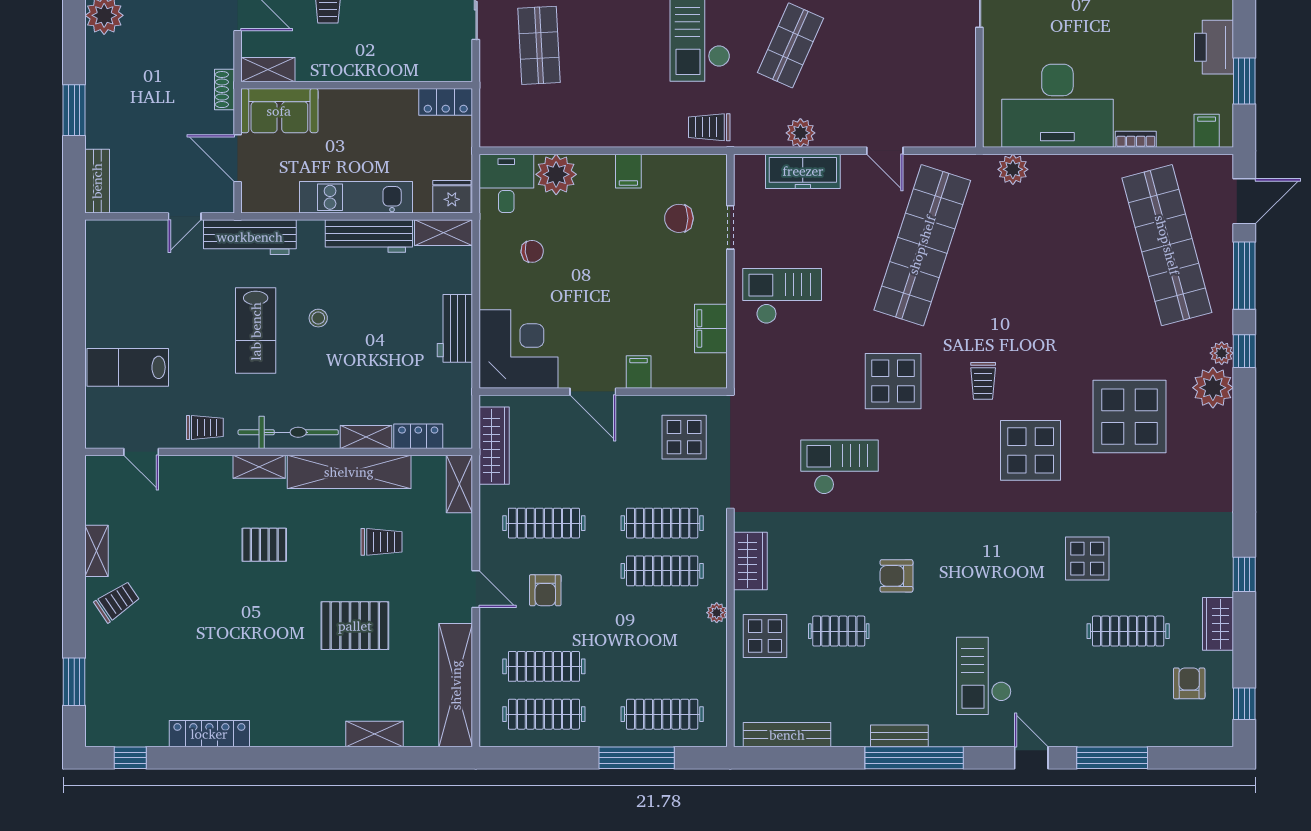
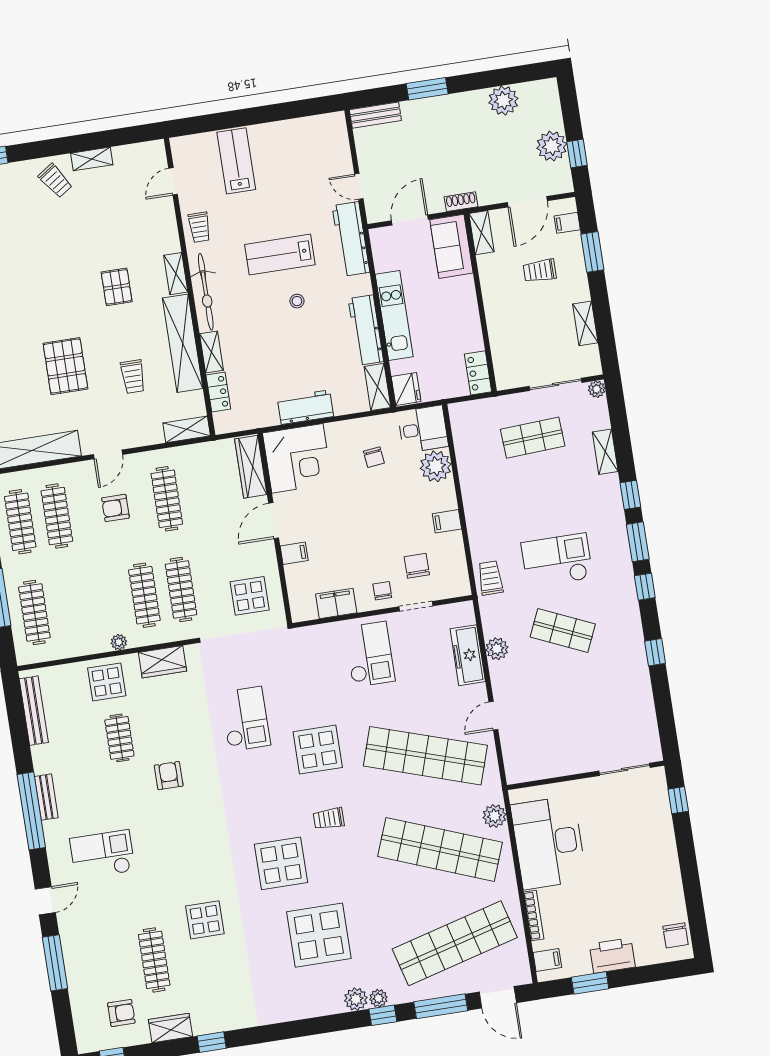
bookcase: (1136, 139) -> (534, 915), width x1.56
shop shelf: (1045, 245) -> (440, 849), added
chair: (704, 267) -> (382, 591), added
plant: (1213, 388) -> (356, 999), width x0.73, depth x0.73
wardrobe: (494, 446) -> (251, 467), moved, turned 90

